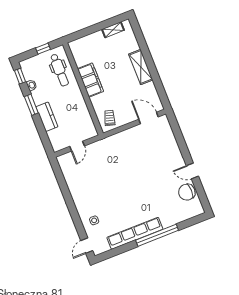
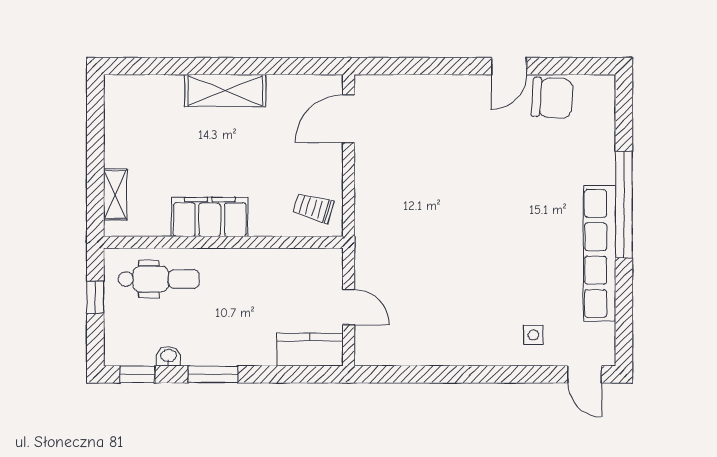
shelving: (113, 30) -> (115, 194), moved
kitchen counter: (47, 117) -> (310, 350), moved
chair: (187, 192) -> (552, 98), turned -86

